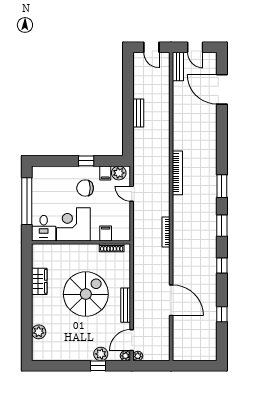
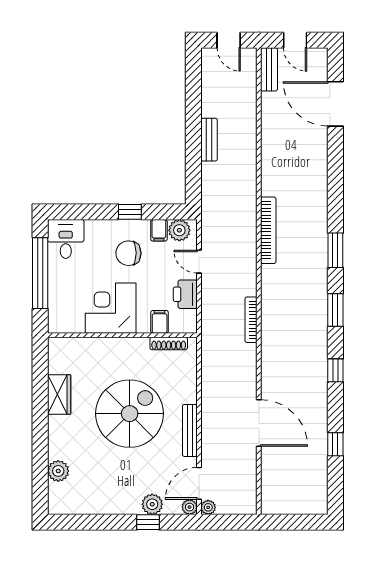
printer: (123, 215) -> (185, 294), added
desk: (44, 228) -> (66, 239), moved, turned 180

